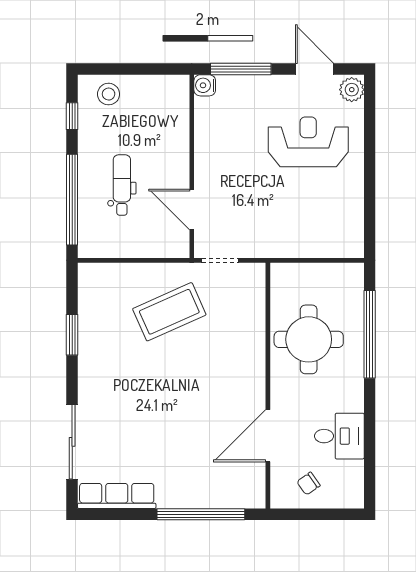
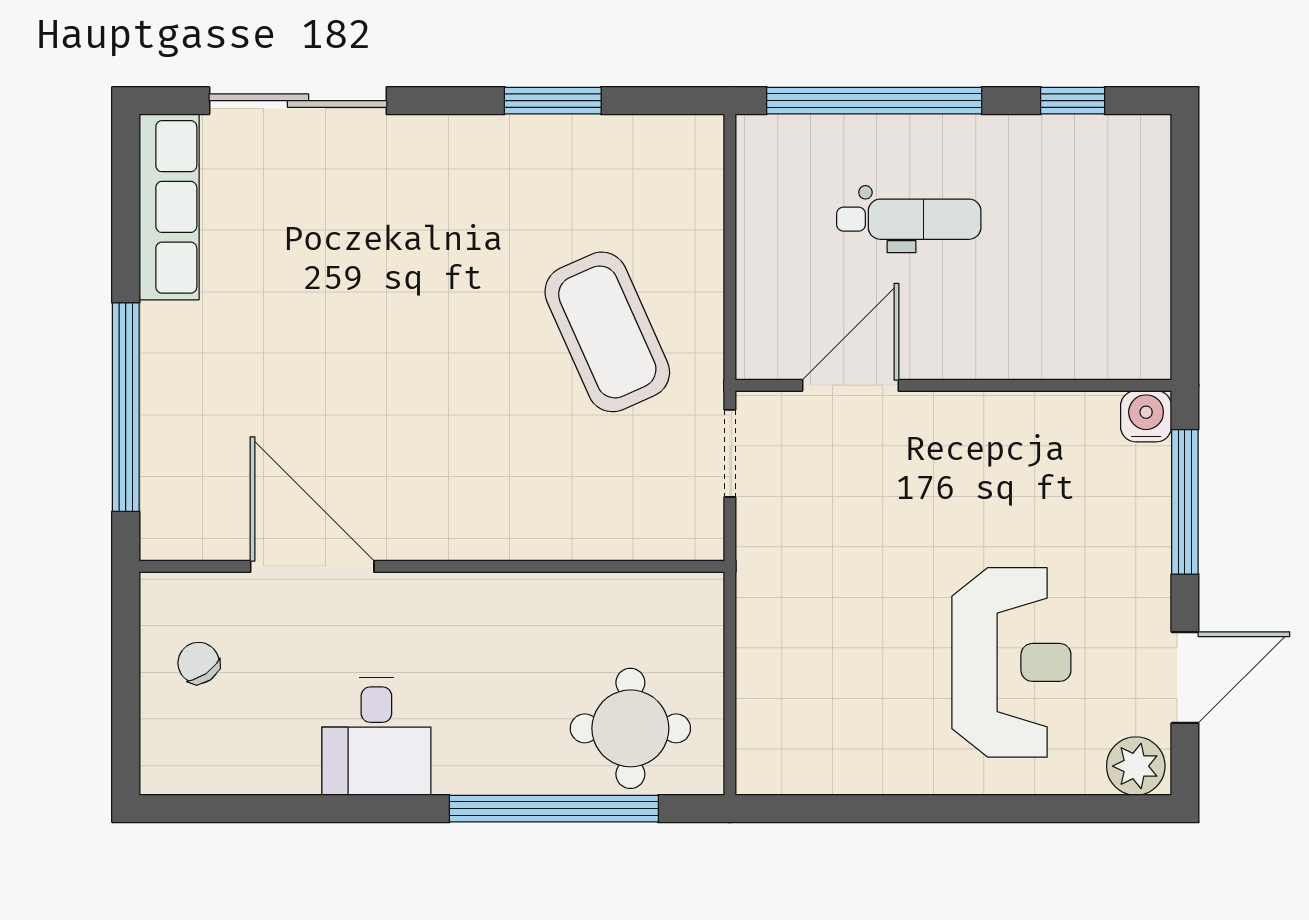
stool: (109, 94) -> (1125, 188), removed
round table: (309, 339) -> (630, 728), moved, width x0.73, depth x0.73
desk: (339, 436) -> (376, 736), moved

